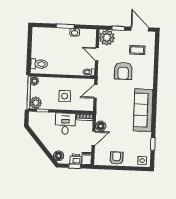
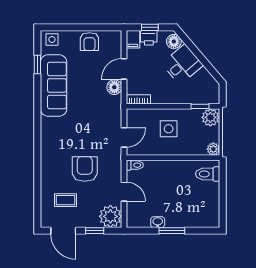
sofa: (143, 110) -> (54, 85), moved
desk: (65, 124) -> (182, 64), moved, turned -130

